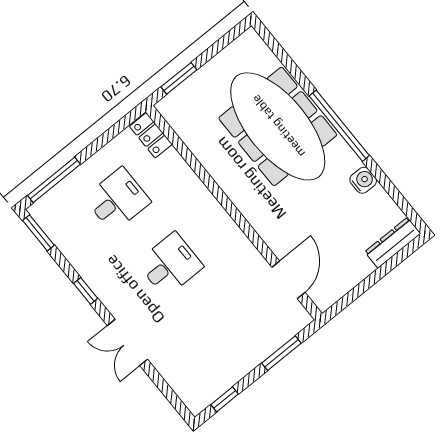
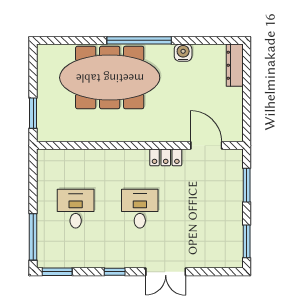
locker: (151, 135) -> (166, 157), moved
window: (225, 399) -> (247, 241), width x1.50

